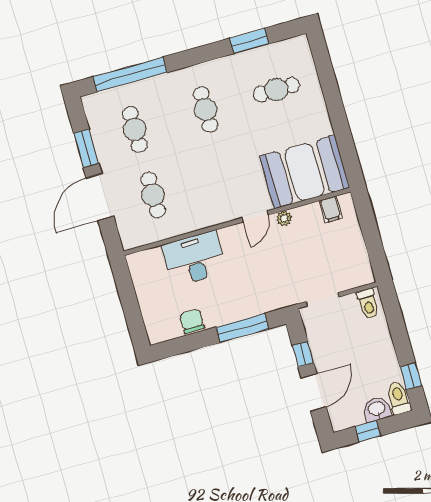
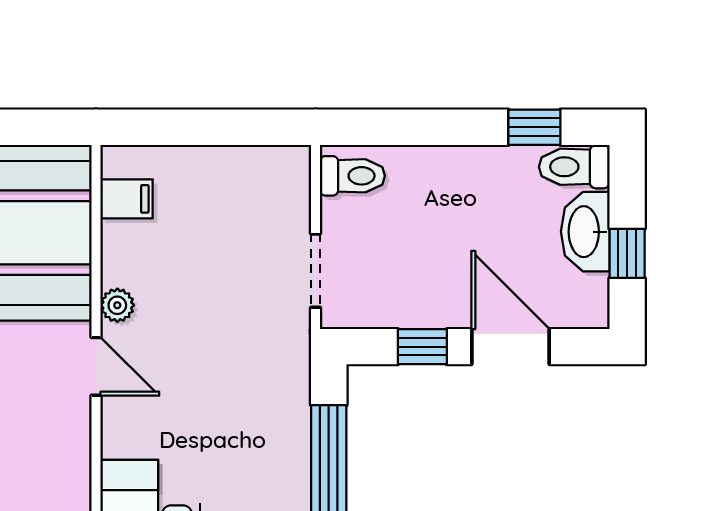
washbasin: (377, 409) -> (585, 232), width x1.38

